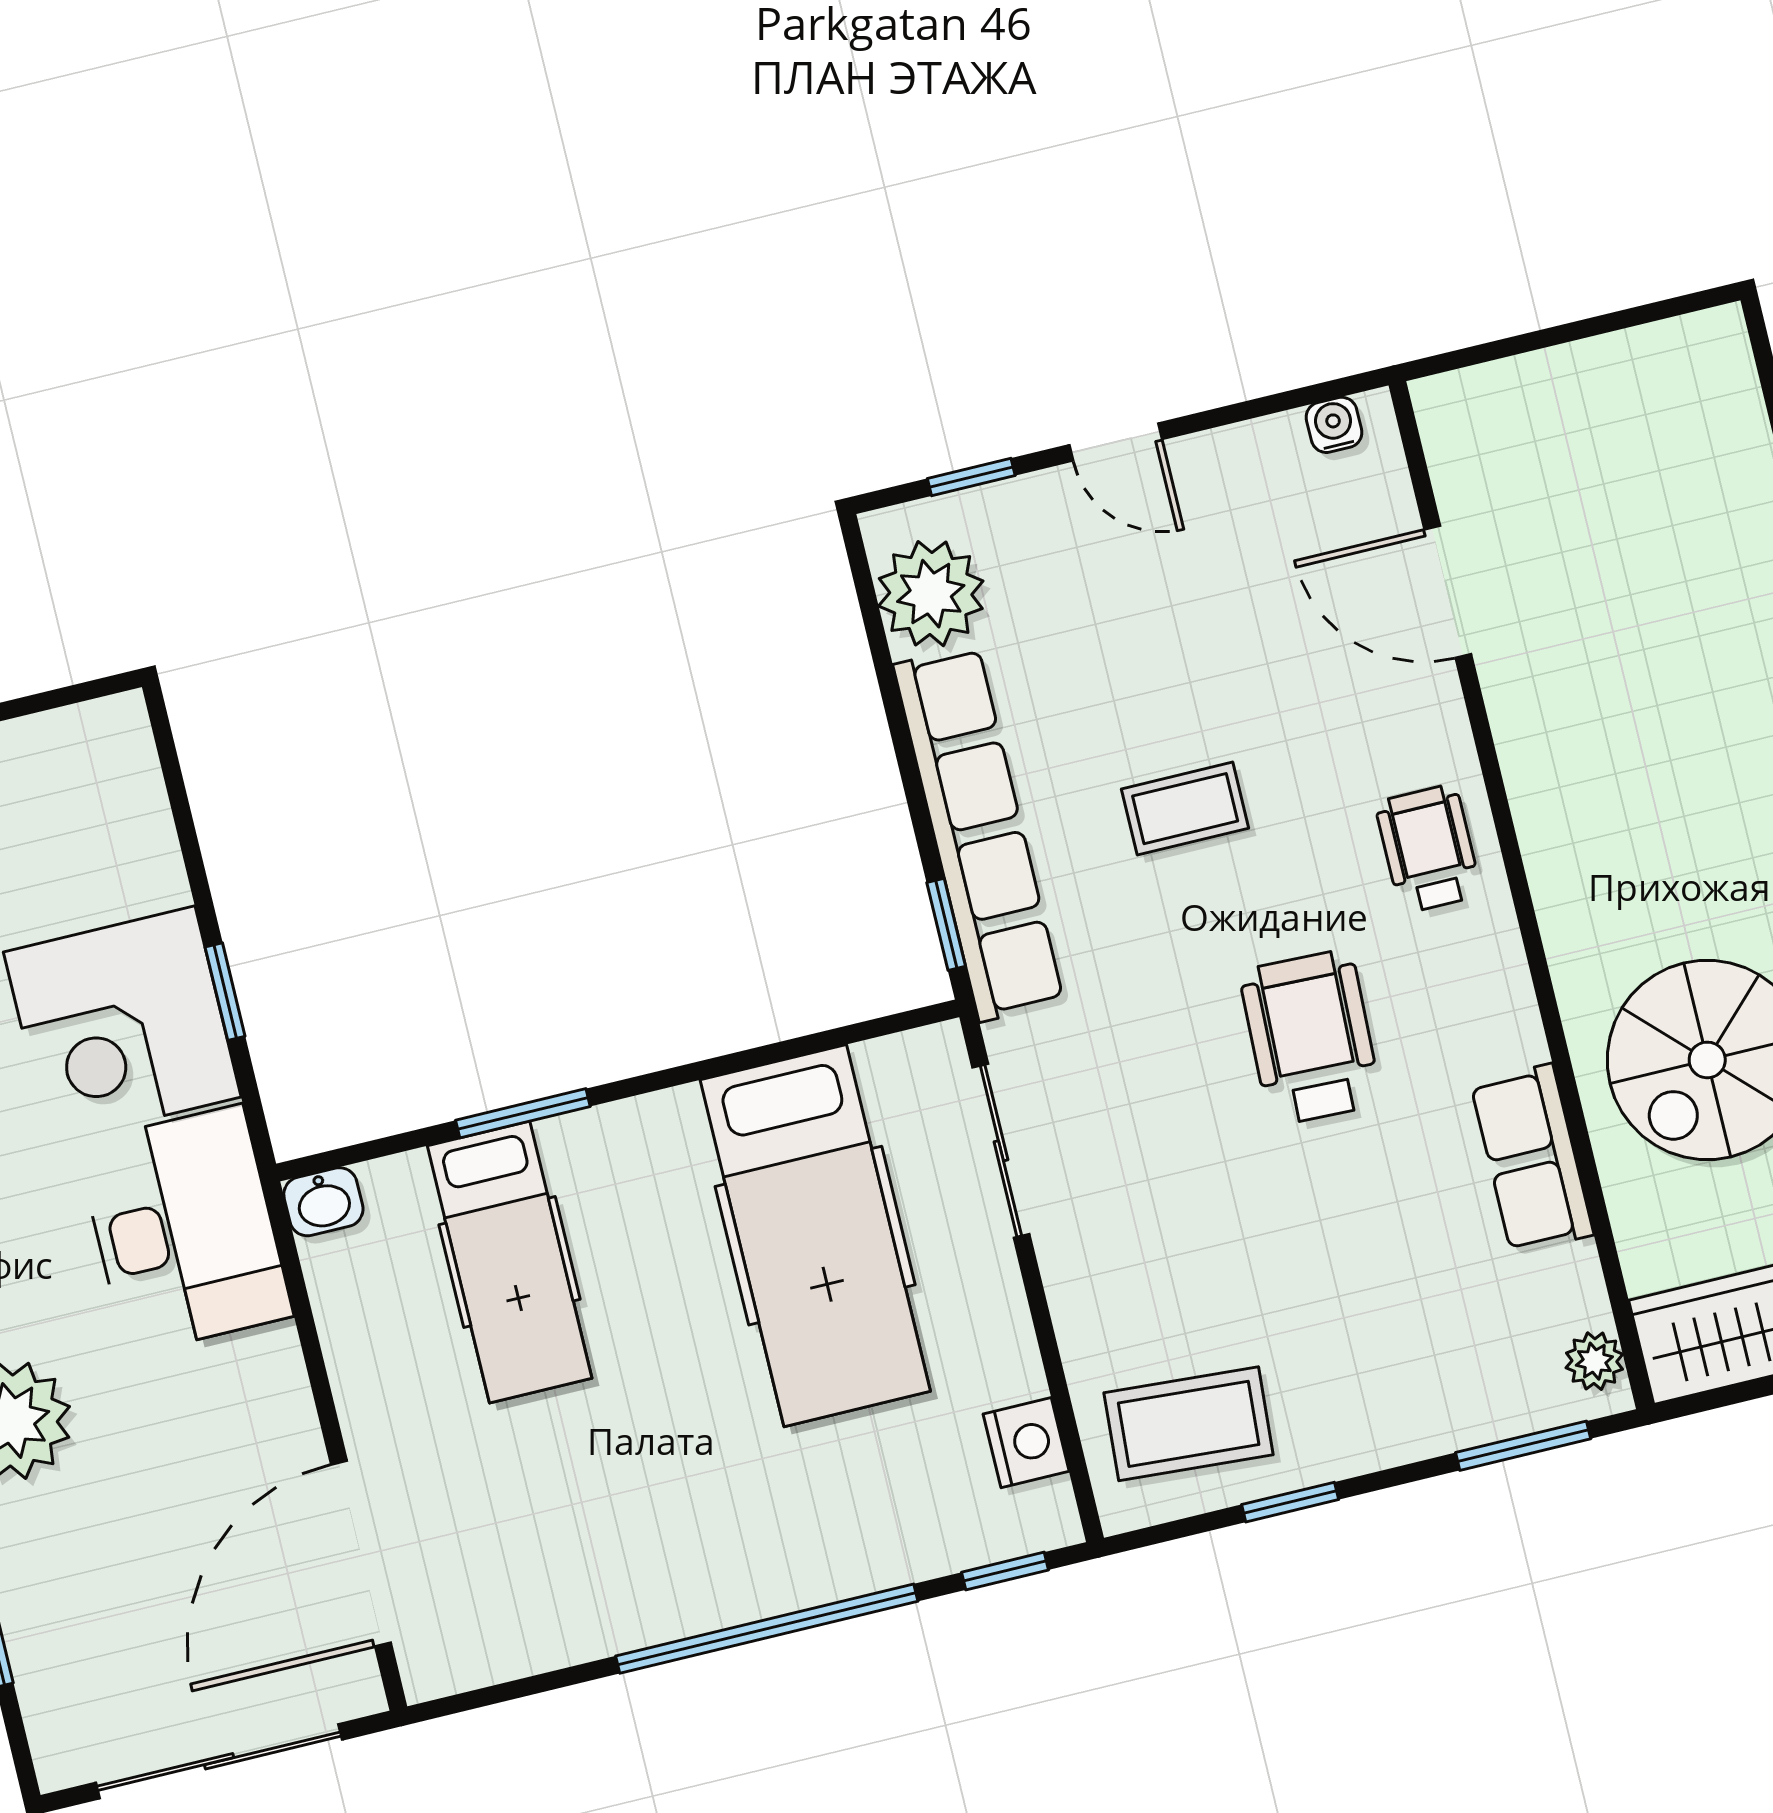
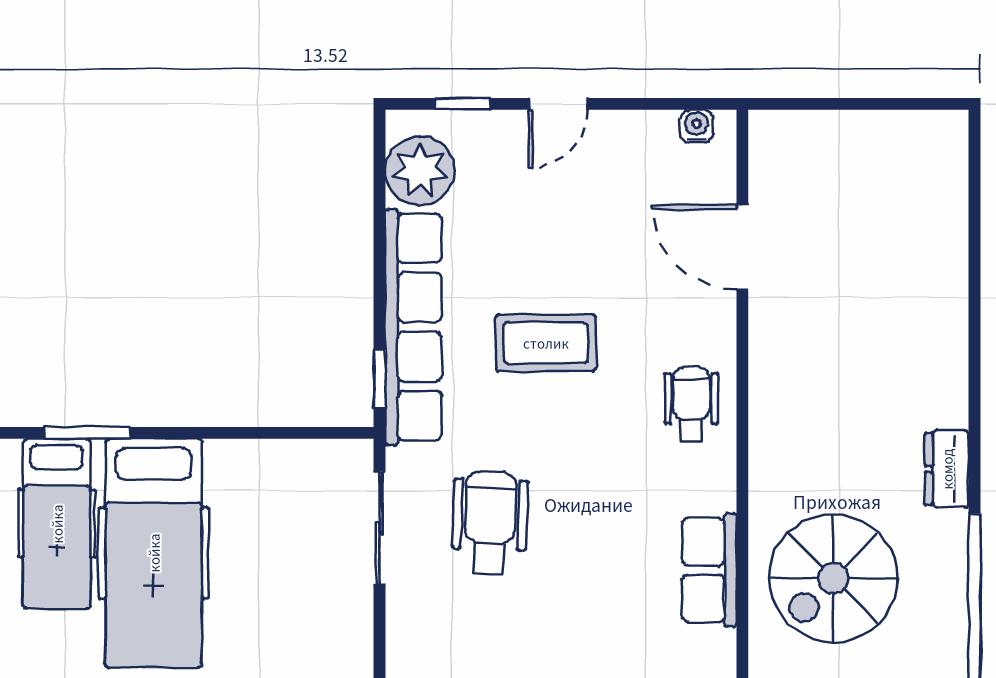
door: (1116, 442) -> (558, 104), hinge flipped
coffee table: (1185, 809) -> (546, 343), width x1.36, depth x1.30
wheelchair: (1311, 1037) -> (490, 523), moved
row of seats: (1532, 1159) -> (709, 570), moved
hospital bed: (815, 1236) -> (154, 553), moved

